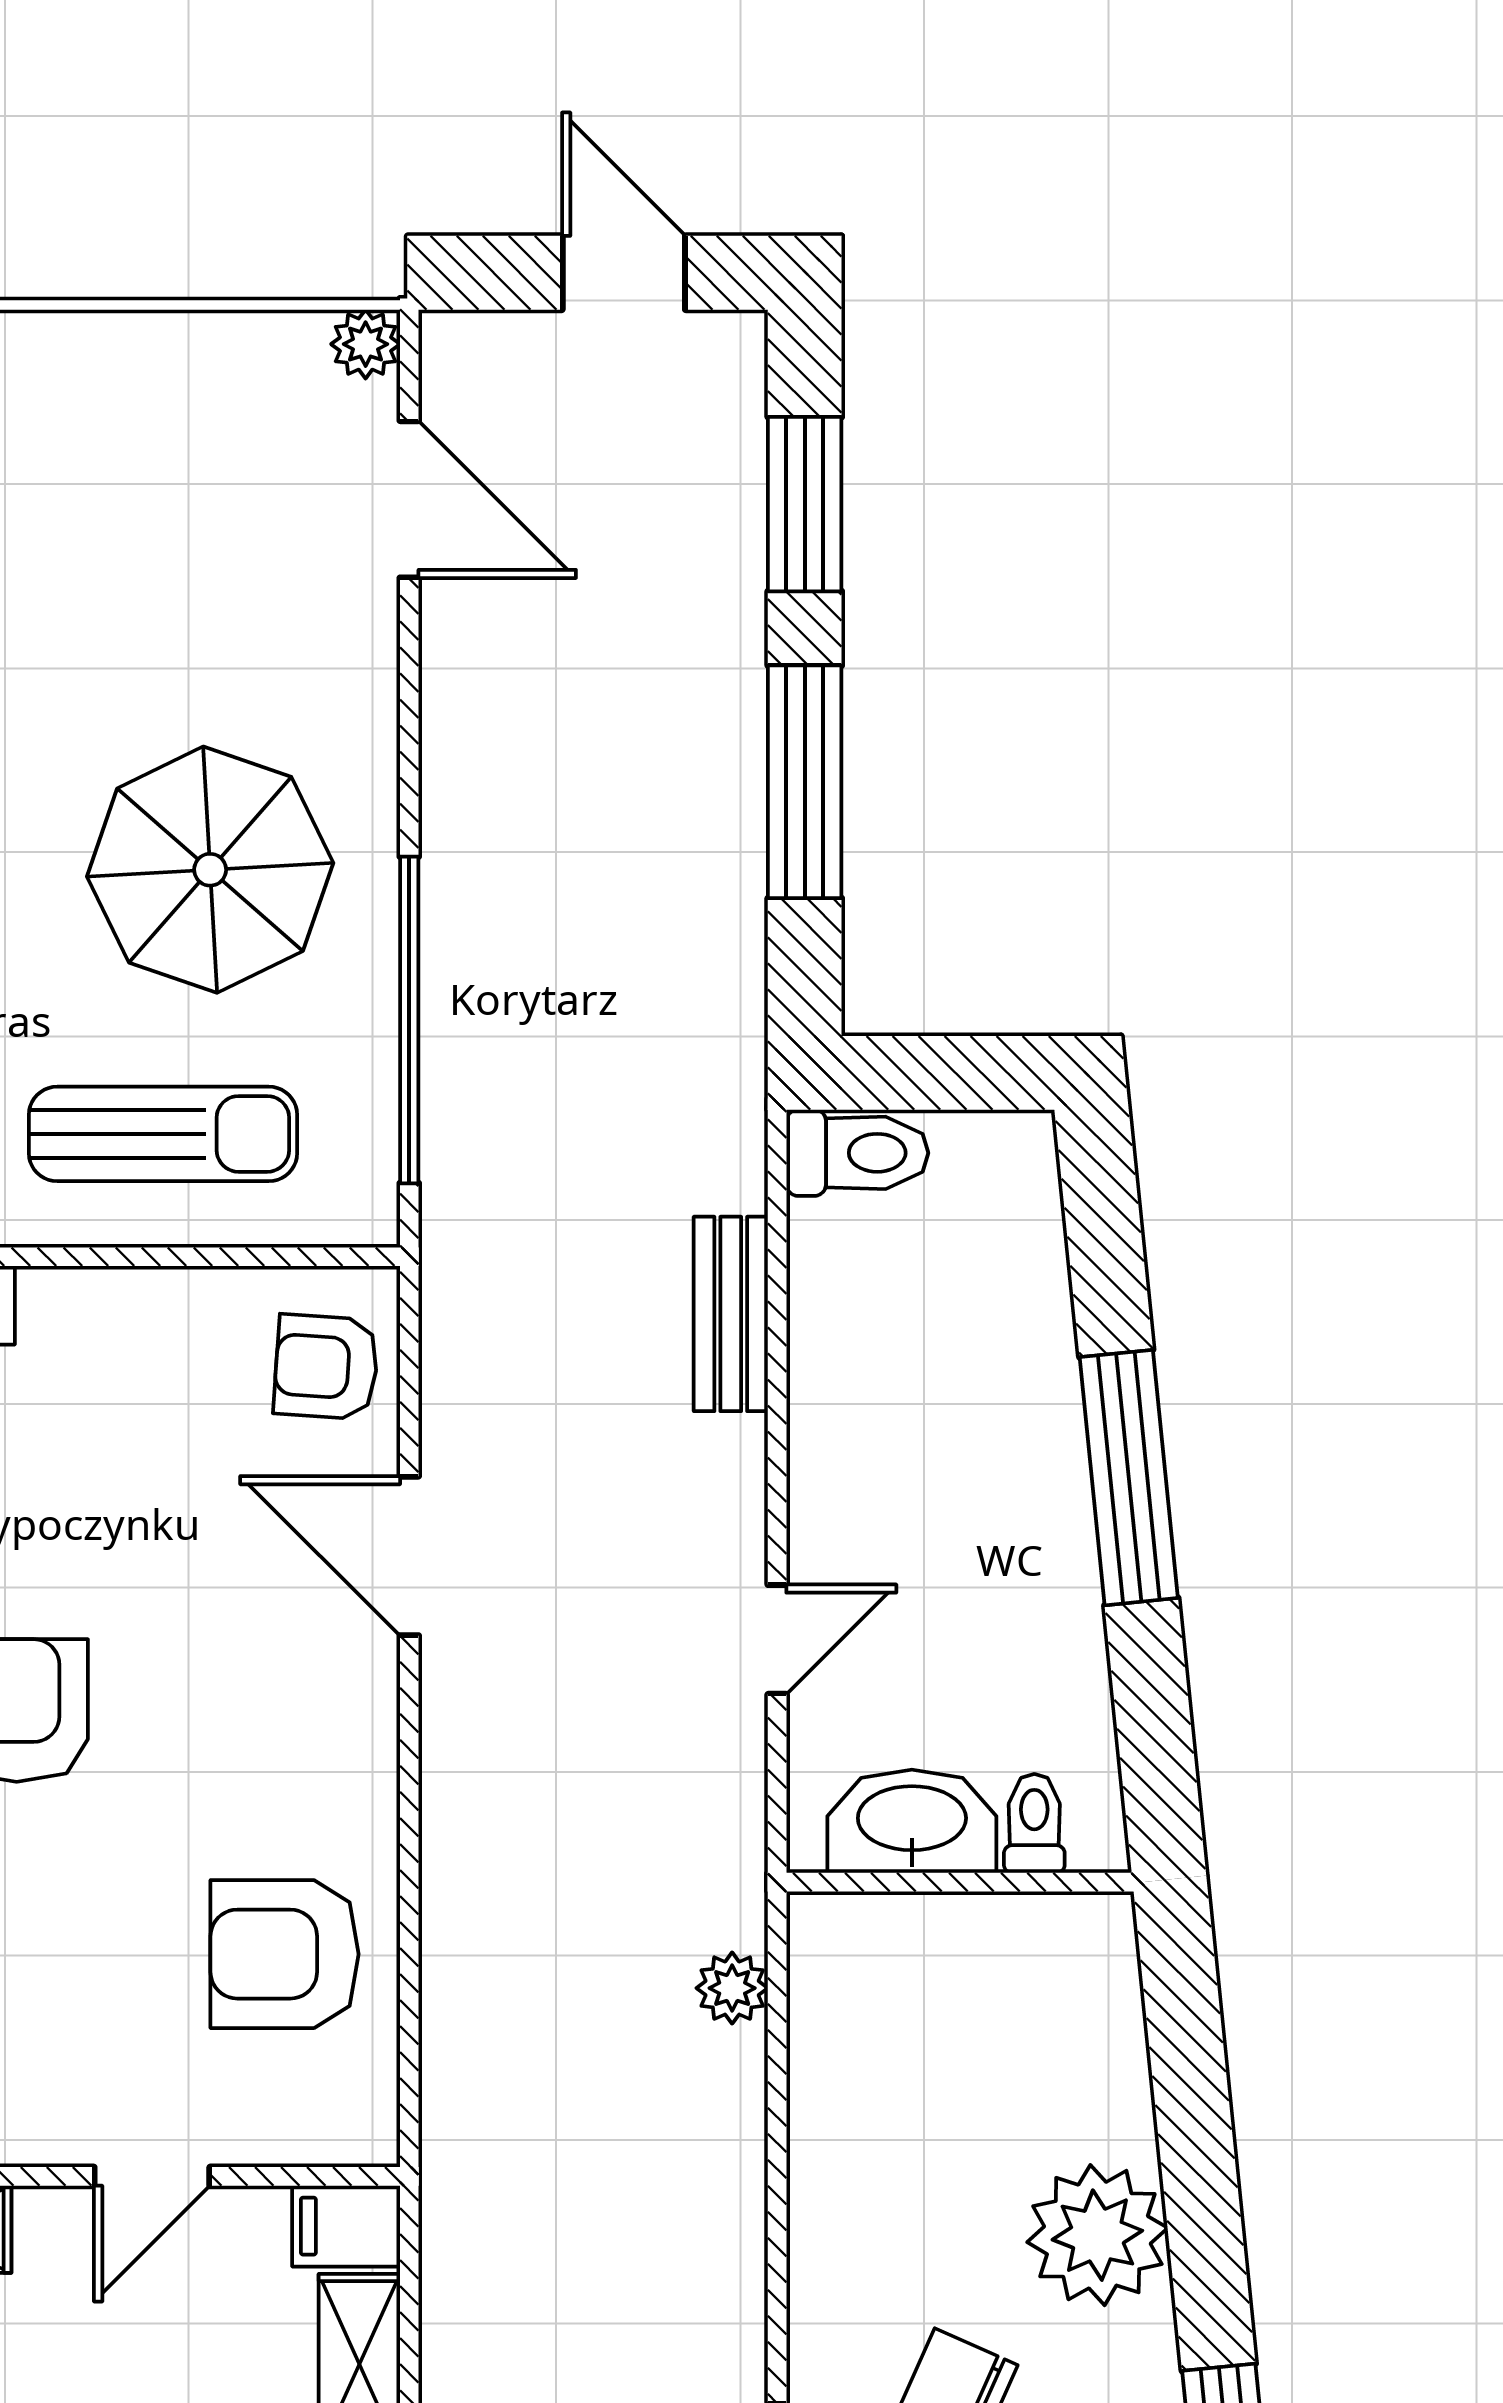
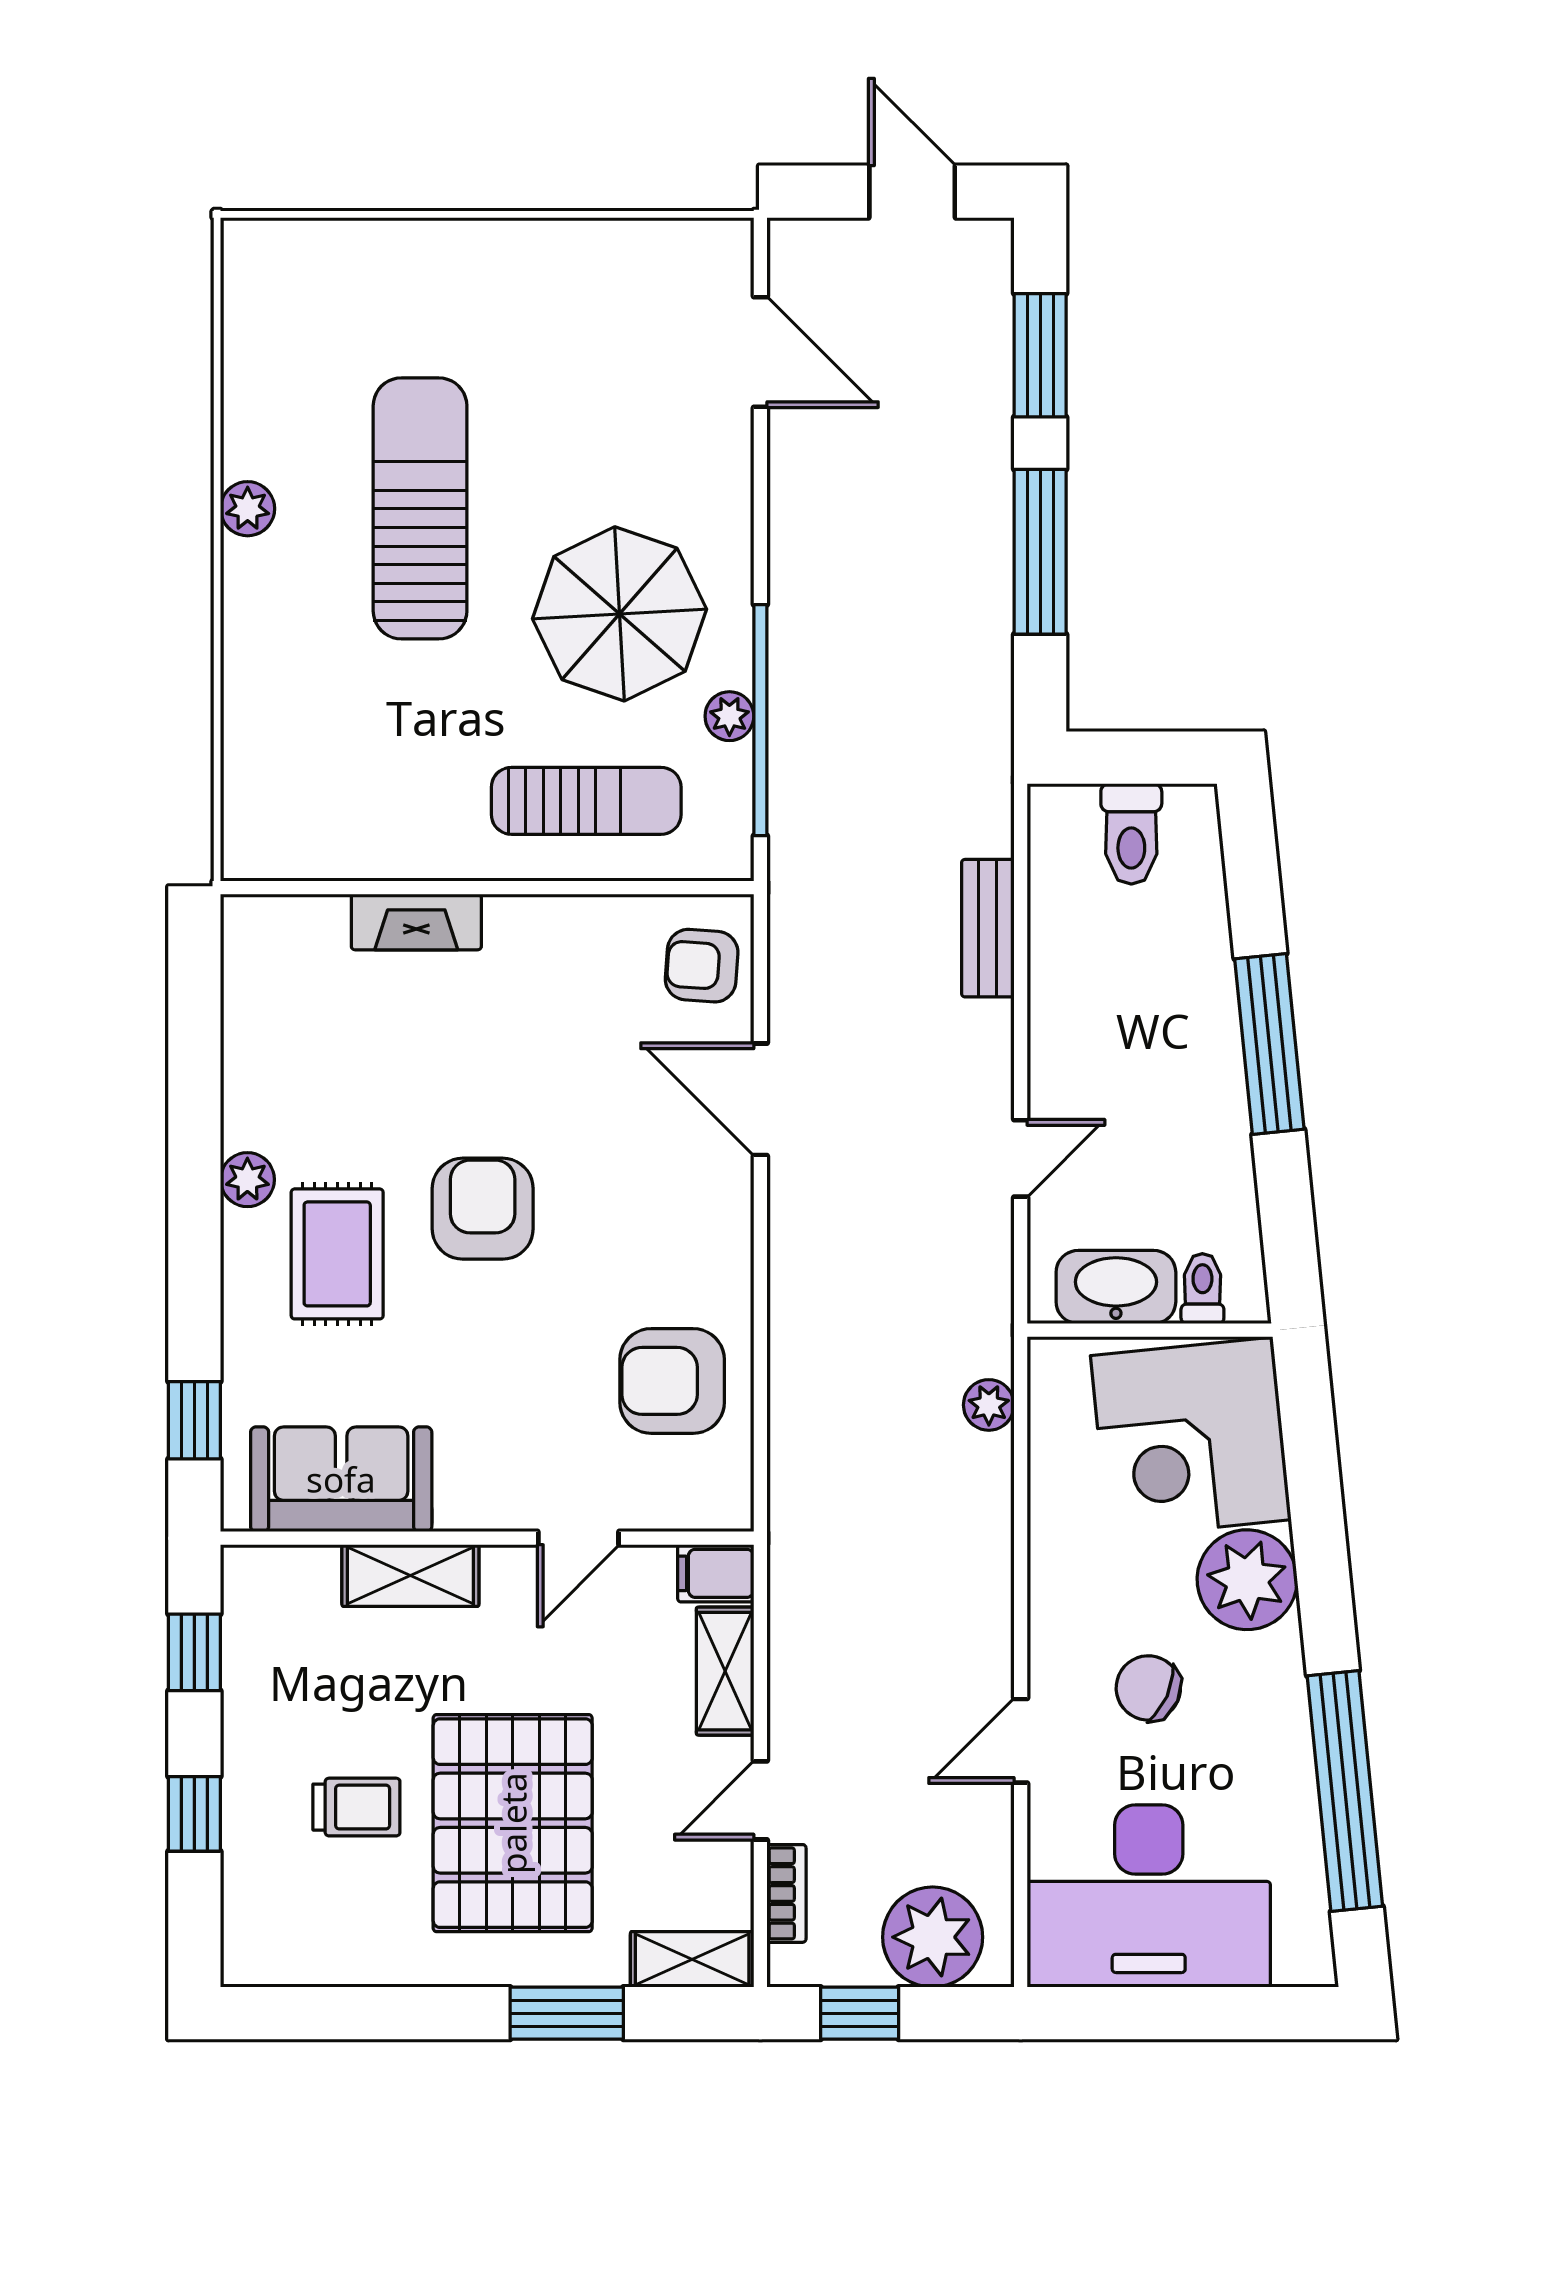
plant: (366, 344) -> (729, 716), moved
toilet: (857, 1153) -> (1131, 834), moved, turned 90
corner desk: (1018, 2034) -> (1191, 1438), added

